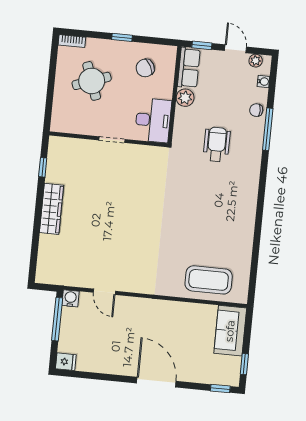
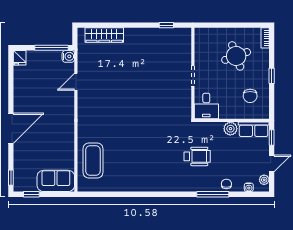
chair: (145, 68) -> (250, 96), turned -151
desk: (153, 120) -> (206, 106), width x0.73
wardrobe: (52, 209) -> (104, 35), moved

